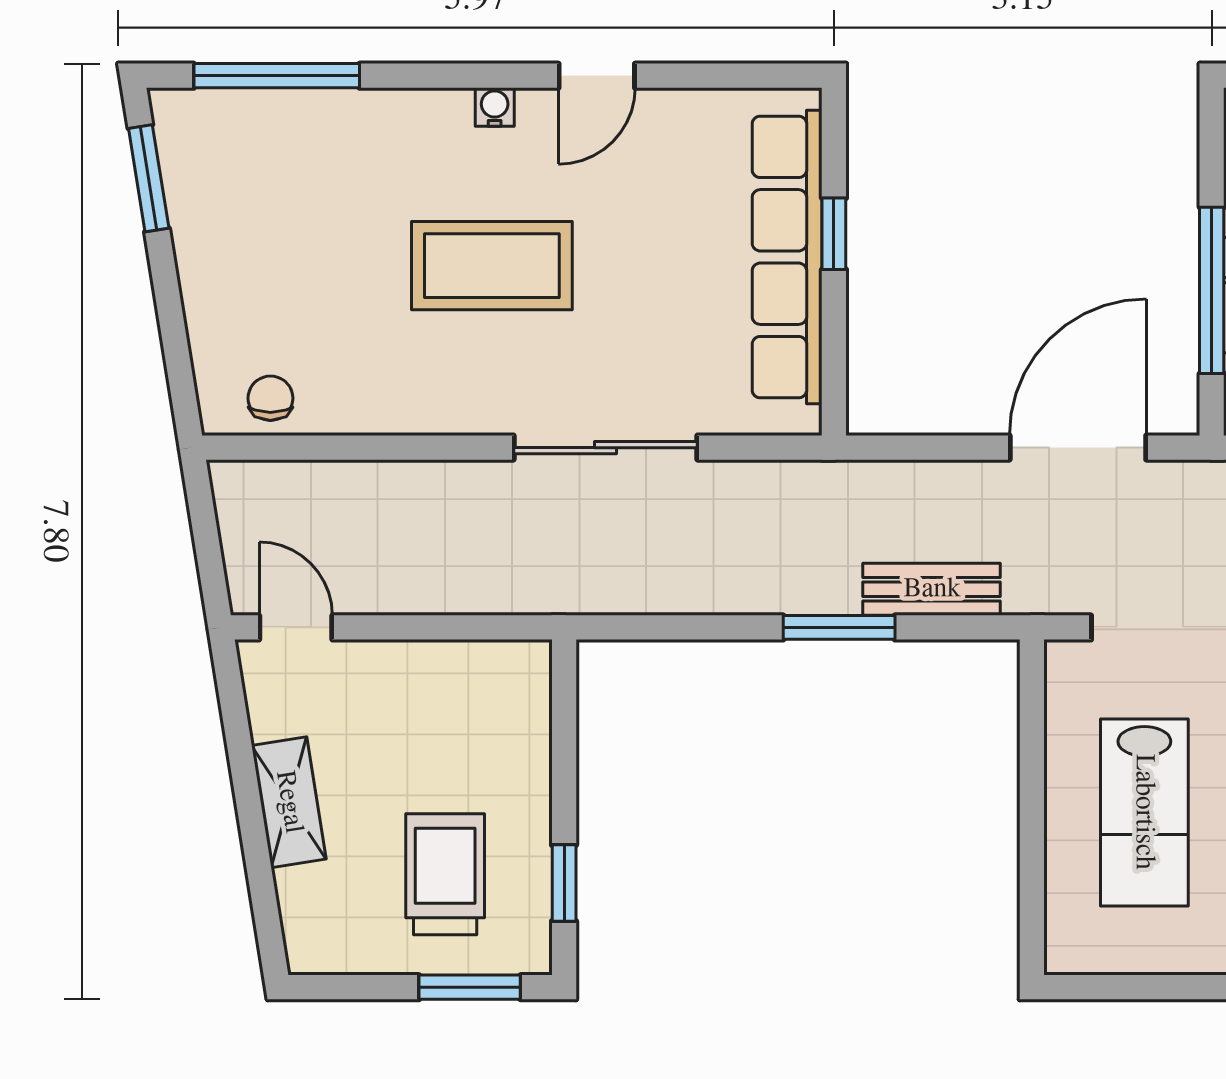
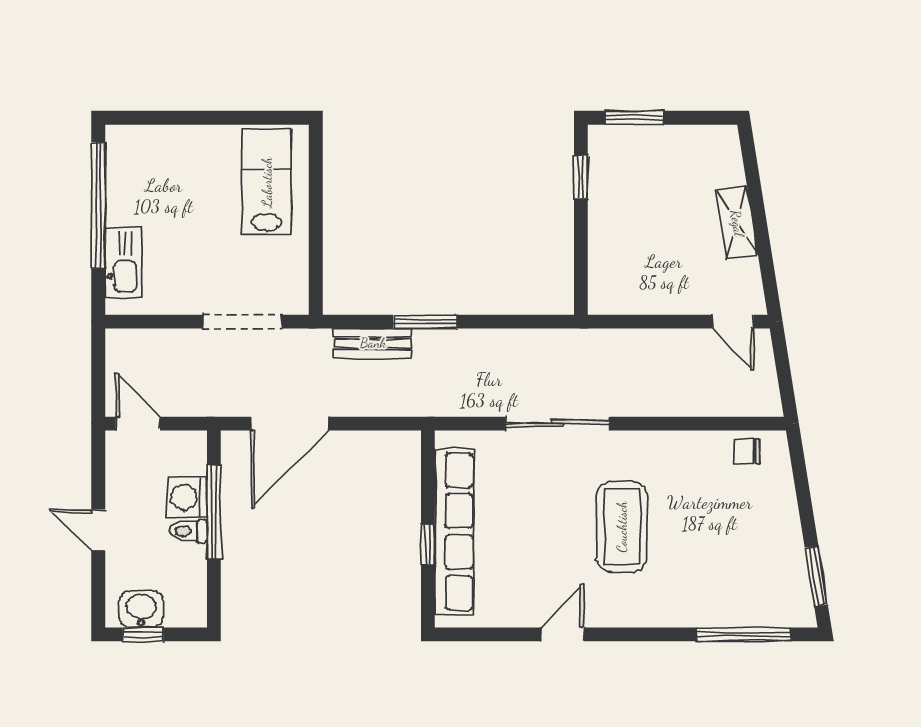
water cooler: (495, 107) -> (620, 617), removed
coffee table: (492, 266) -> (622, 527), turned 90
chair: (270, 398) -> (747, 452), turned 90
lab bench: (1144, 812) -> (267, 182), moved
trolley: (445, 874) -> (648, 182), removed

